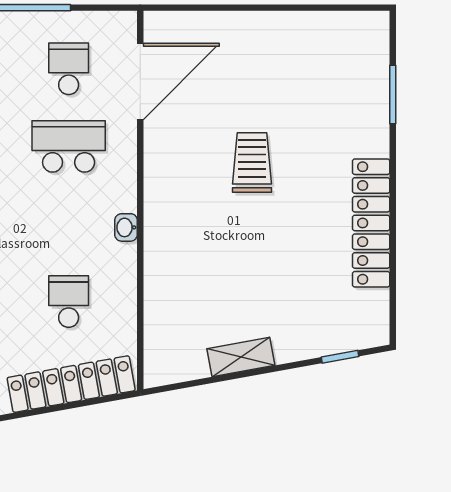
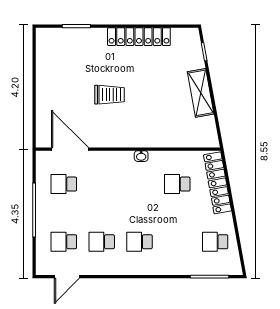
school desk: (69, 146) -> (102, 184), removed
trolley: (252, 163) -> (110, 95), turned 180
shelving: (241, 357) -> (201, 93), width x1.50, depth x1.33

